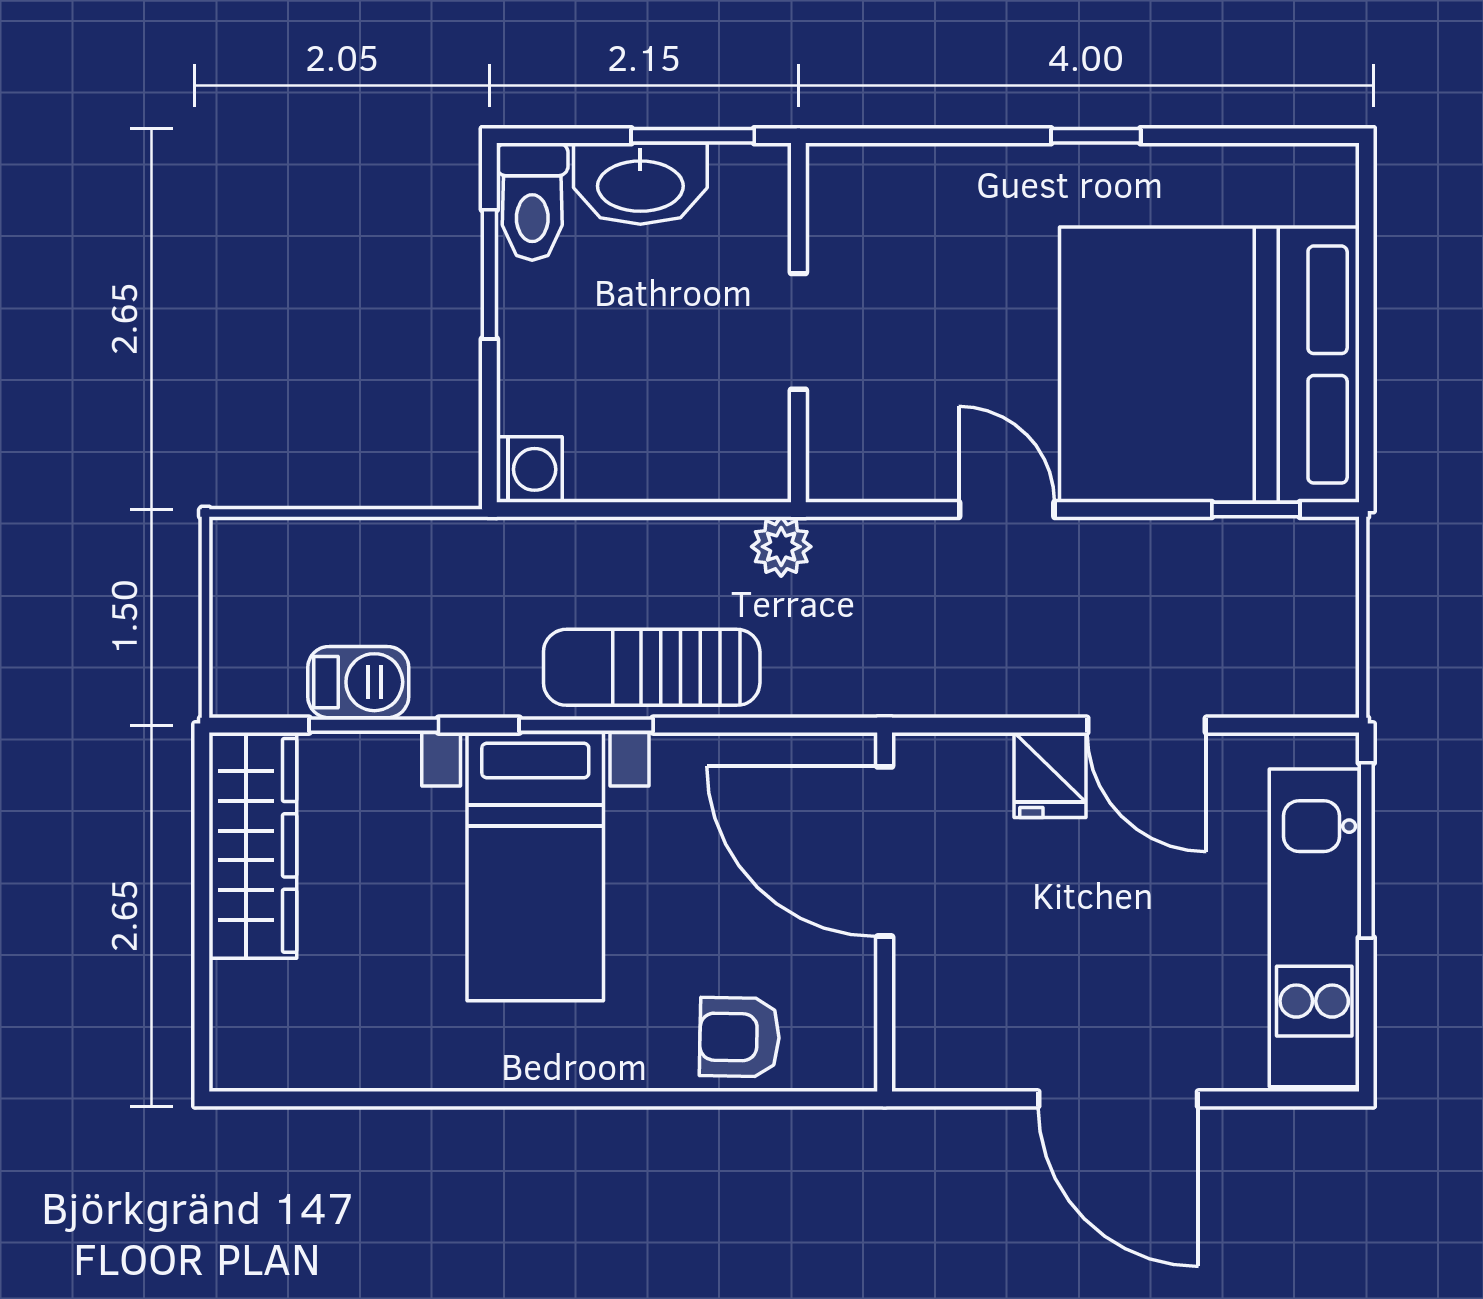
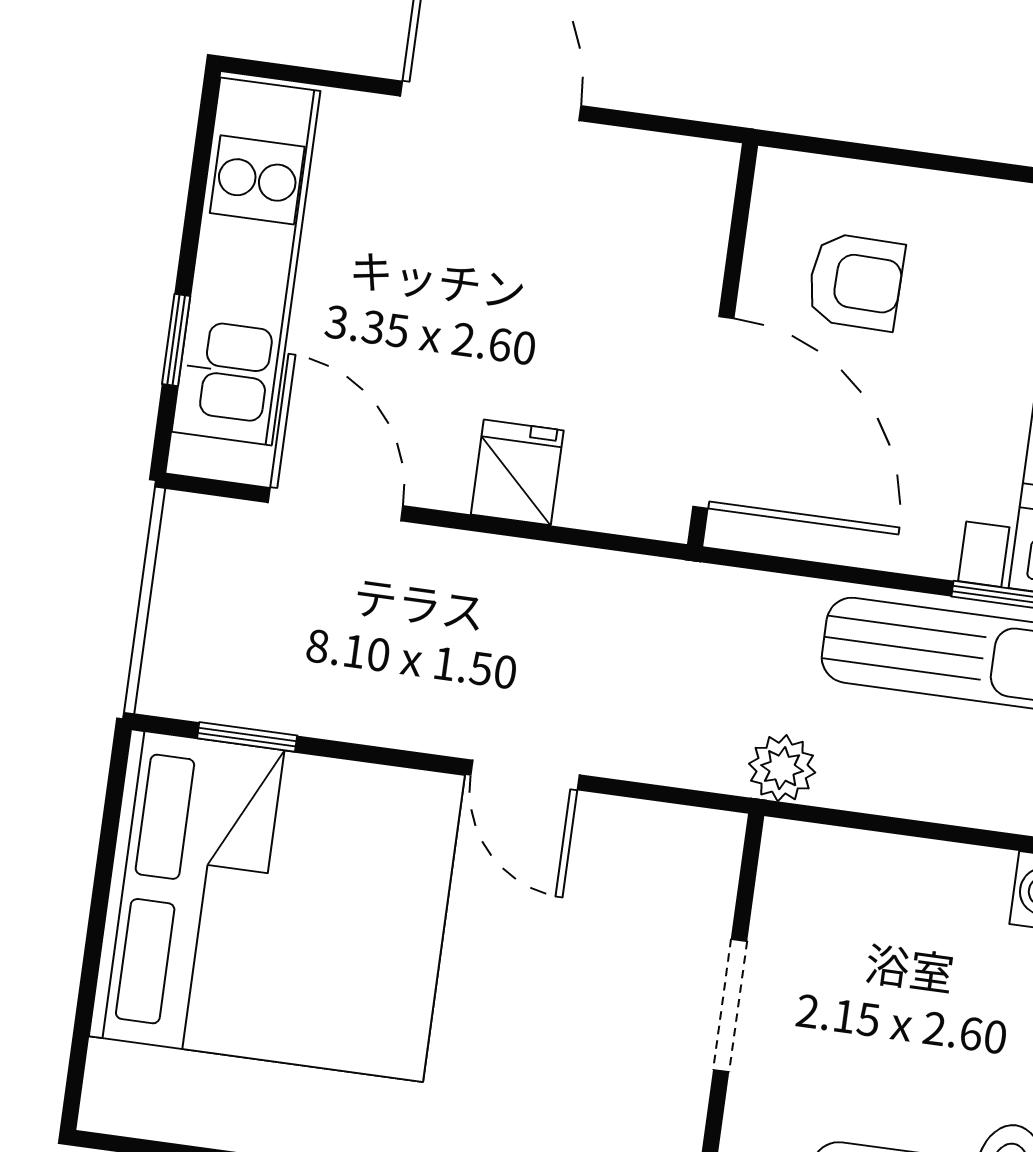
door: (1147, 725) -> (336, 504), moved
window: (1366, 850) -> (176, 340), width x0.46
armchair: (739, 1037) -> (856, 282), moved

